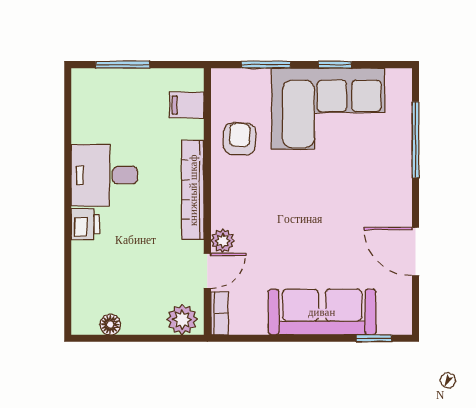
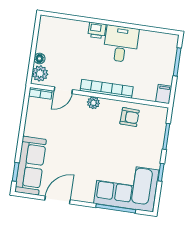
filing cabinet: (187, 105) -> (164, 94), moved
corner sofa: (328, 109) -> (126, 187), moved, turned 90
plant: (223, 241) -> (93, 103), moved
door: (207, 271) -> (63, 90), hinge flipped
sofa: (322, 312) -> (31, 166), moved
floor lamp: (110, 325) -> (39, 59), moved

